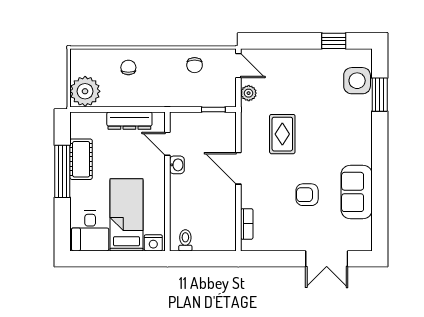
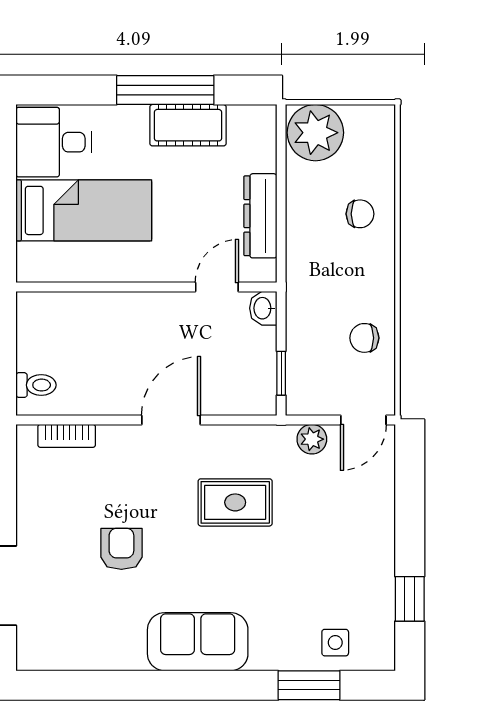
side table: (357, 81) -> (335, 643), width x0.54, depth x0.54
washbasin: (177, 165) -> (263, 308), moved, turned 90
sofa: (357, 192) -> (198, 642), moved
toilet: (185, 240) -> (36, 385), moved
nightstand: (153, 243) -> (31, 261), removed

